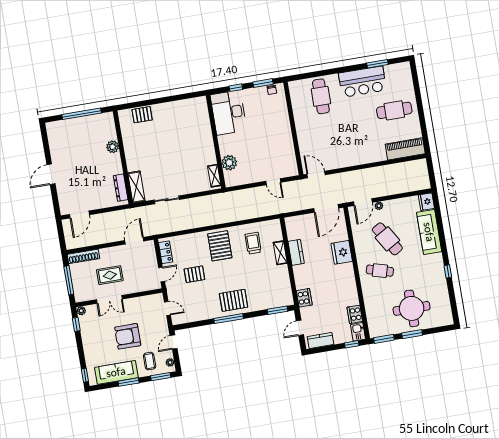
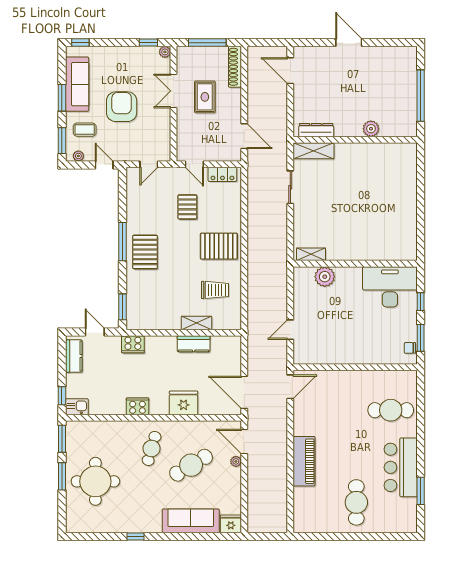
pallet: (142, 115) -> (406, 174), removed
piano: (405, 149) -> (304, 461), moved
cooker: (355, 314) -> (138, 406), moved

